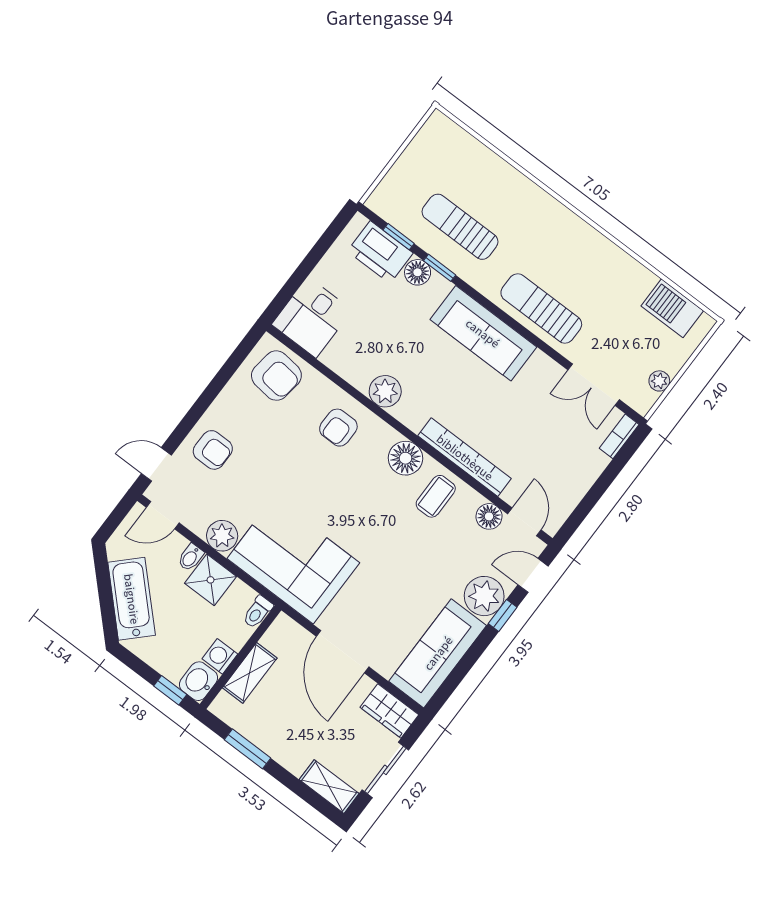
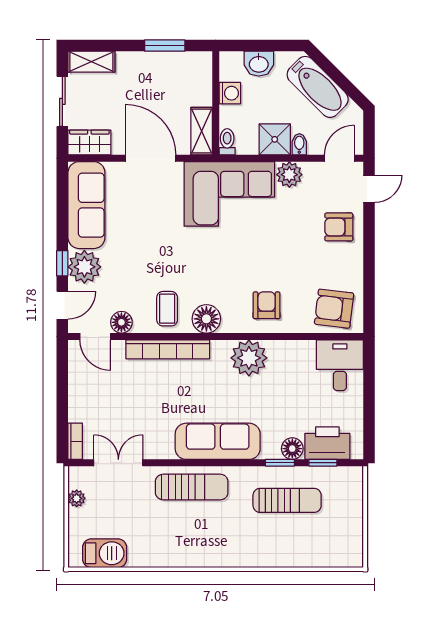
plant: (385, 391) -> (249, 358), width x1.36, depth x1.36
shelving: (250, 673) -> (202, 131), moved
washbasin: (198, 681) -> (259, 64), moved, turned 90
window: (170, 690) -> (246, 46), removed

